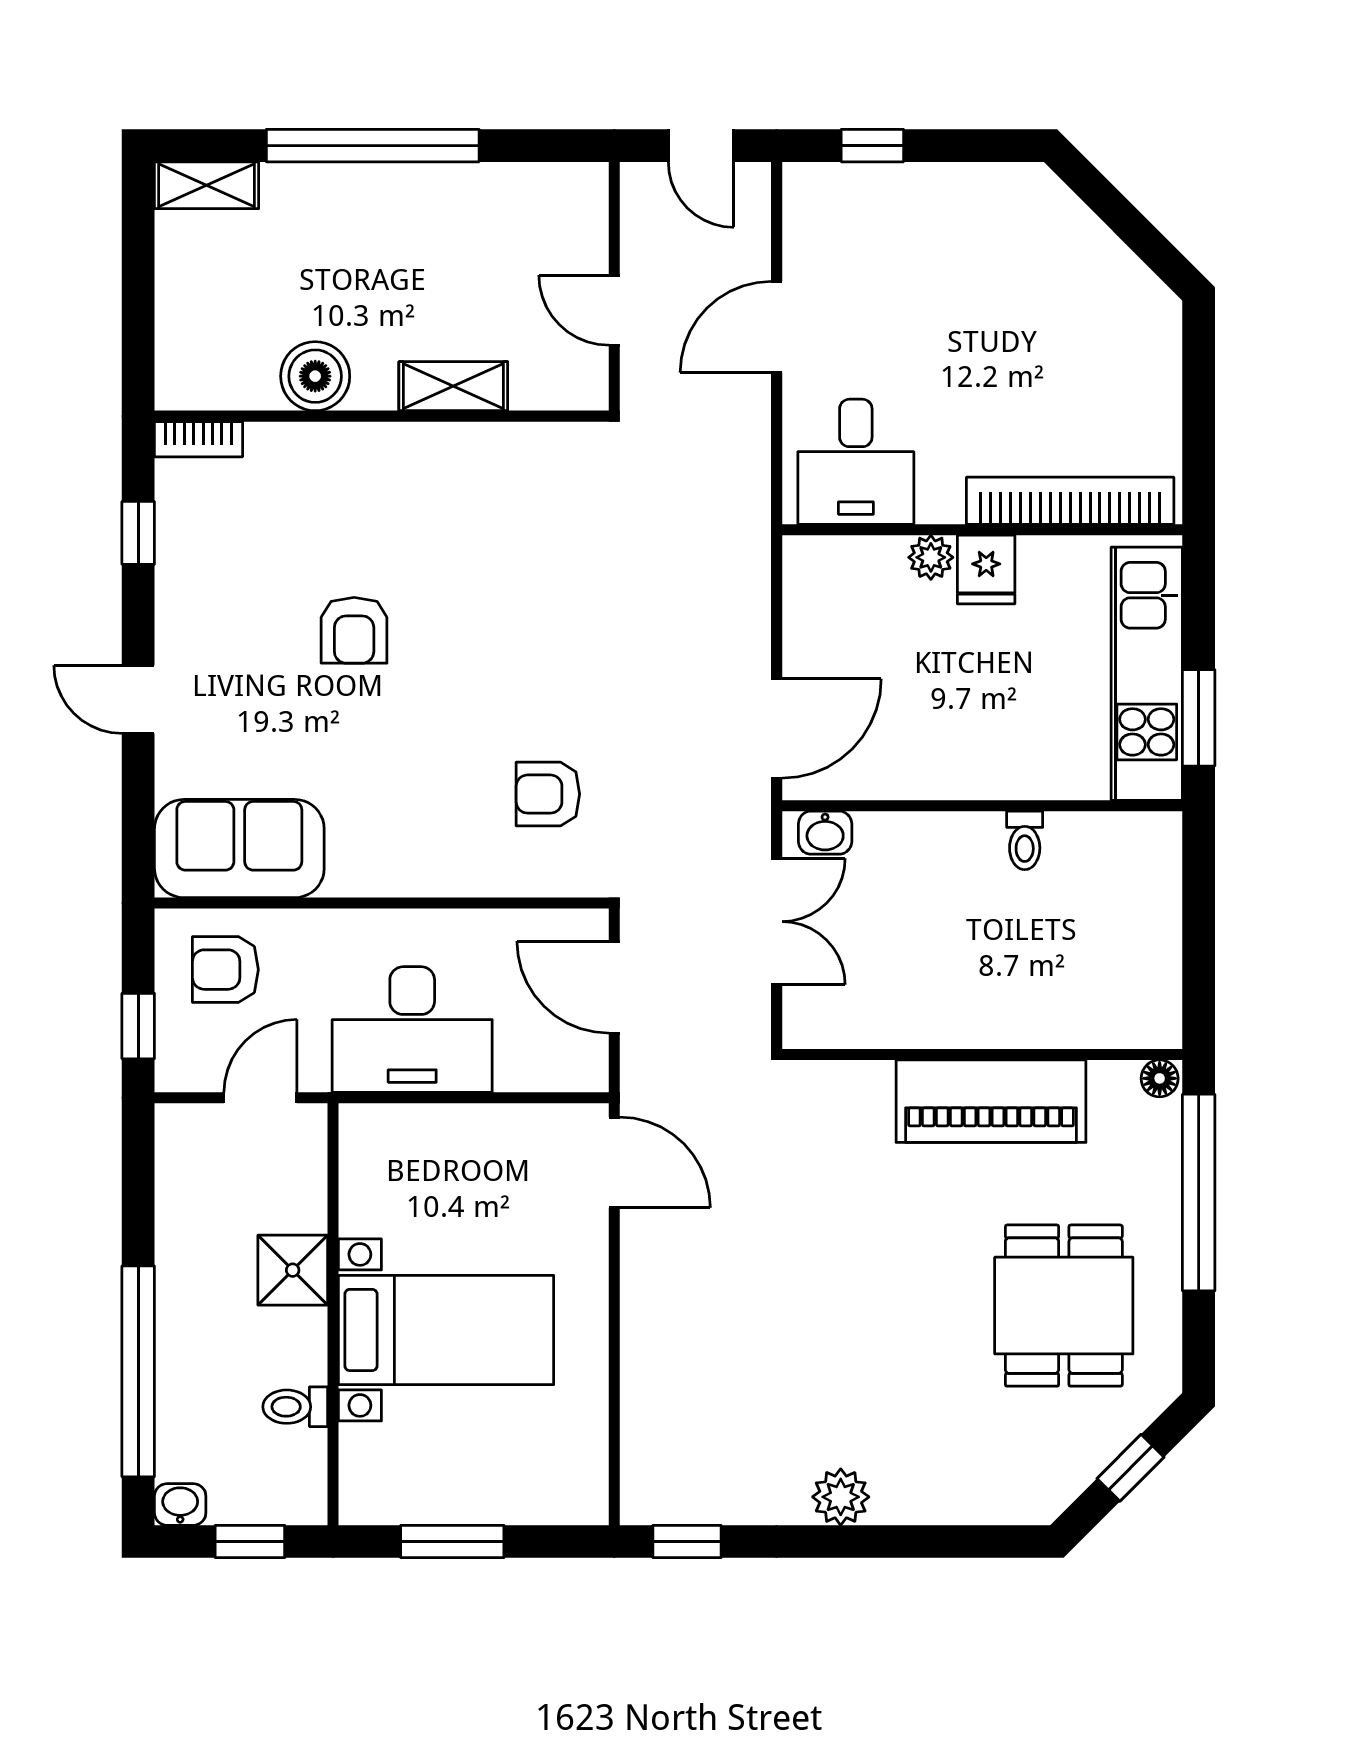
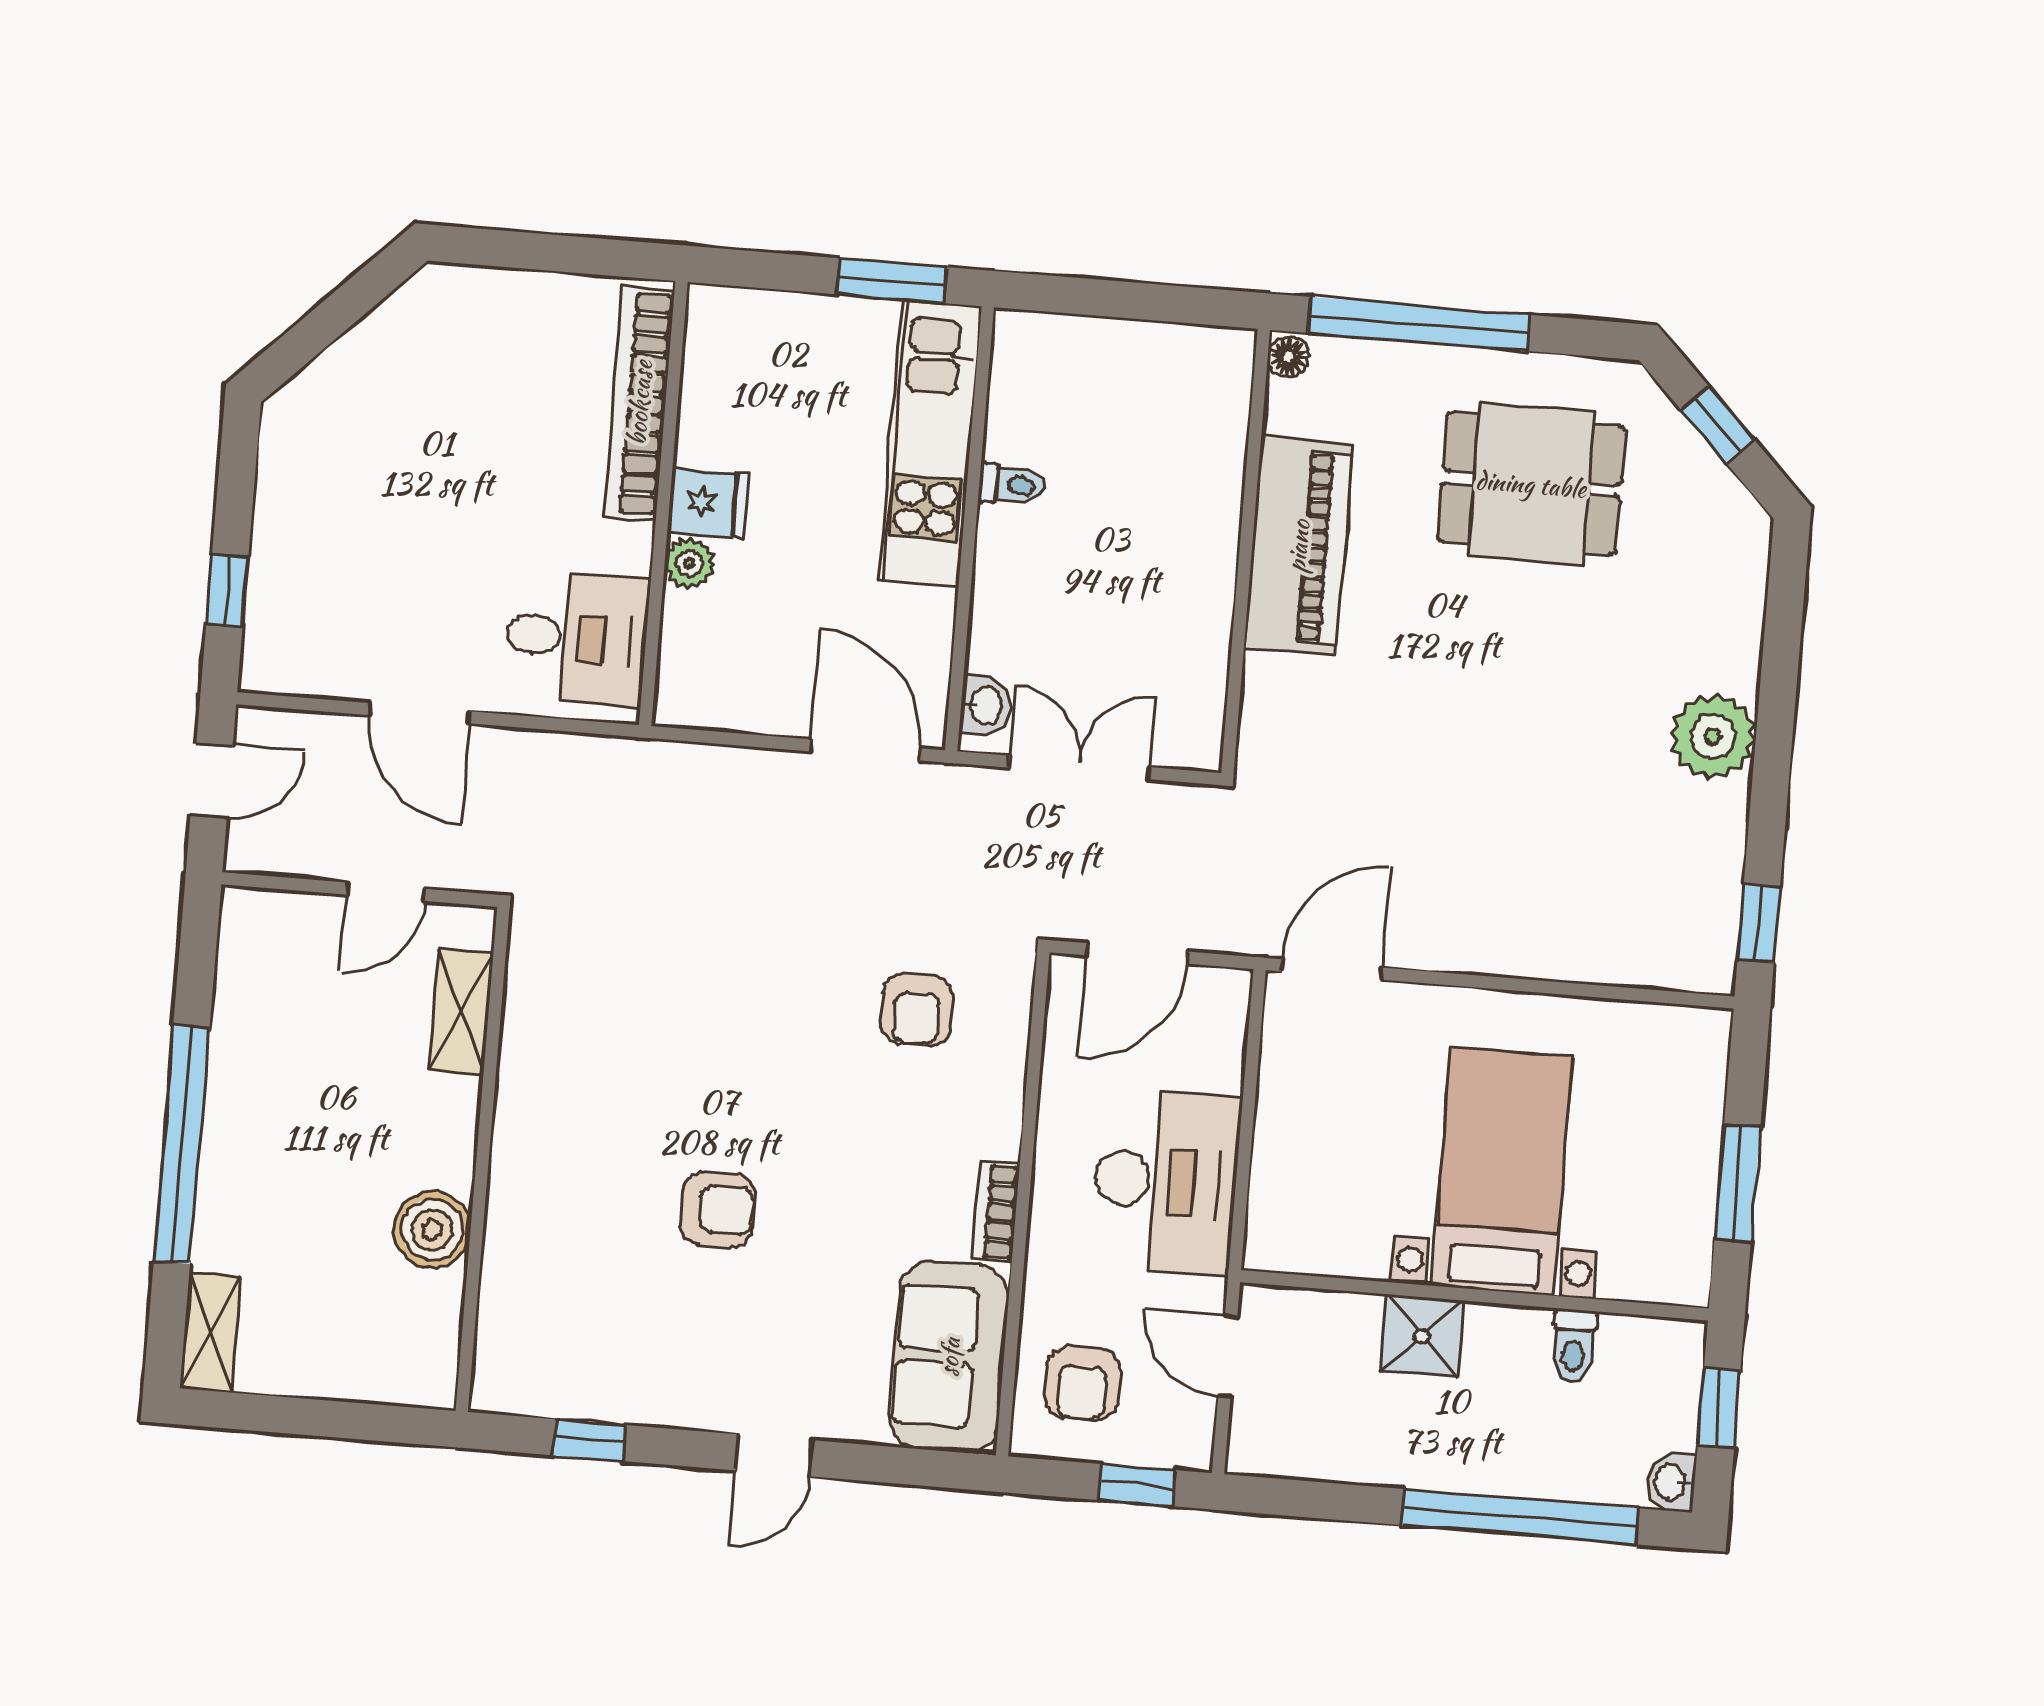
shelving: (453, 386) -> (461, 1011), moved
bookcase: (198, 439) -> (996, 1212), moved, turned 180
kitchen unit: (1147, 674) -> (931, 443), moved, turned 90
plant: (841, 1497) -> (1713, 736), width x1.36, depth x1.36

